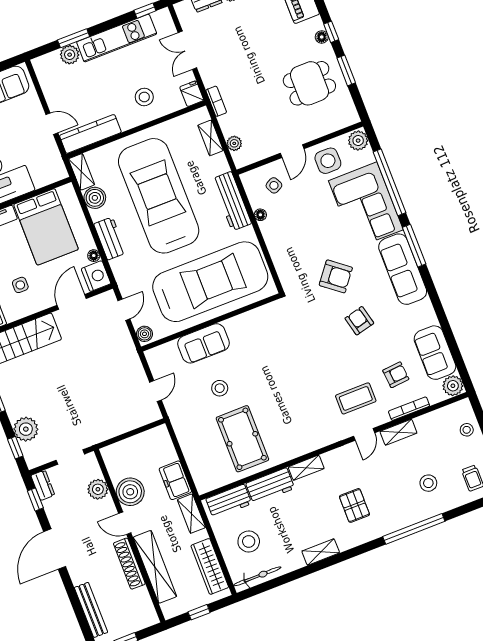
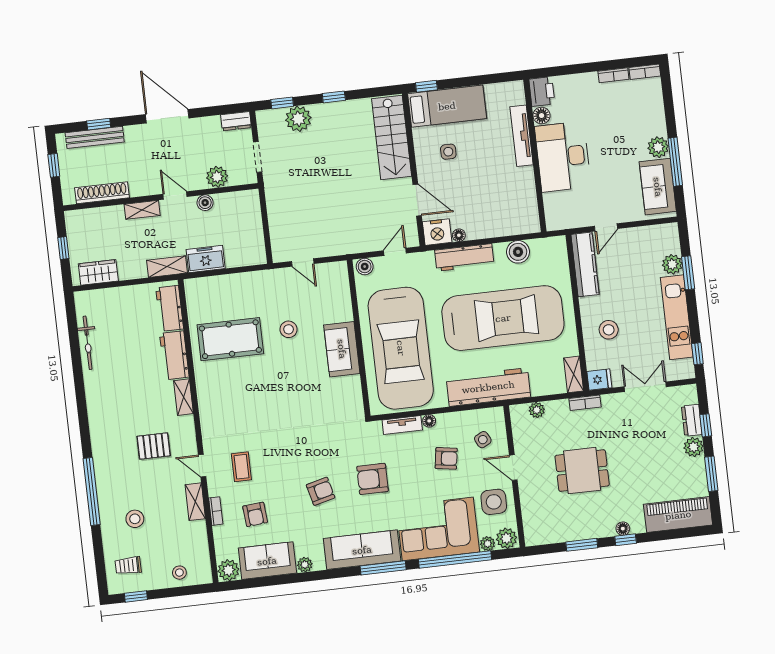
dining table: (309, 83) -> (582, 471), moved, turned 90
shelving: (211, 138) -> (574, 374), moved, turned 90
plant: (367, 156) -> (488, 544), added
shelving: (81, 172) -> (548, 245), removed
workbench: (232, 201) -> (488, 387), width x1.36, depth x1.32
armchair: (300, 214) -> (446, 458), added
floor lamp: (260, 215) -> (429, 421), moved
bed: (46, 227) -> (501, 194), removed
workbench: (110, 238) -> (464, 257), width x1.38
tv unit: (280, 262) -> (402, 425), added
armchair: (336, 276) -> (372, 479), turned 52
door: (124, 310) -> (395, 252), swing flipped
plant: (430, 318) -> (305, 565), added
sofa: (204, 343) -> (342, 349), moved
coffee table: (356, 398) -> (241, 467), width x0.73, depth x0.77
bookcase: (409, 409) -> (216, 511), width x0.64
boiler: (130, 492) -> (205, 203), width x0.54, depth x0.54
window: (35, 499) -> (99, 124), moved
pallet: (354, 505) -> (154, 446), moved
door: (125, 523) -> (175, 195), hinge flipped
stool: (249, 541) -> (123, 318), removed
shelving: (321, 552) -> (93, 389), removed
shoe rack: (129, 564) -> (102, 193), moved
wardrobe: (210, 566) -> (98, 272), width x0.67
shelving: (155, 567) -> (142, 210), width x0.45, depth x0.75
bicycle: (257, 576) -> (88, 343), moved

